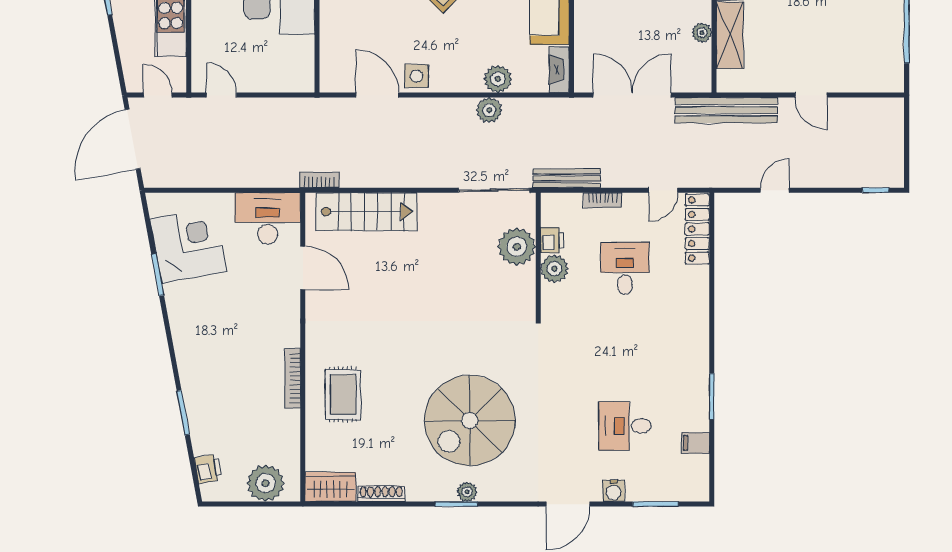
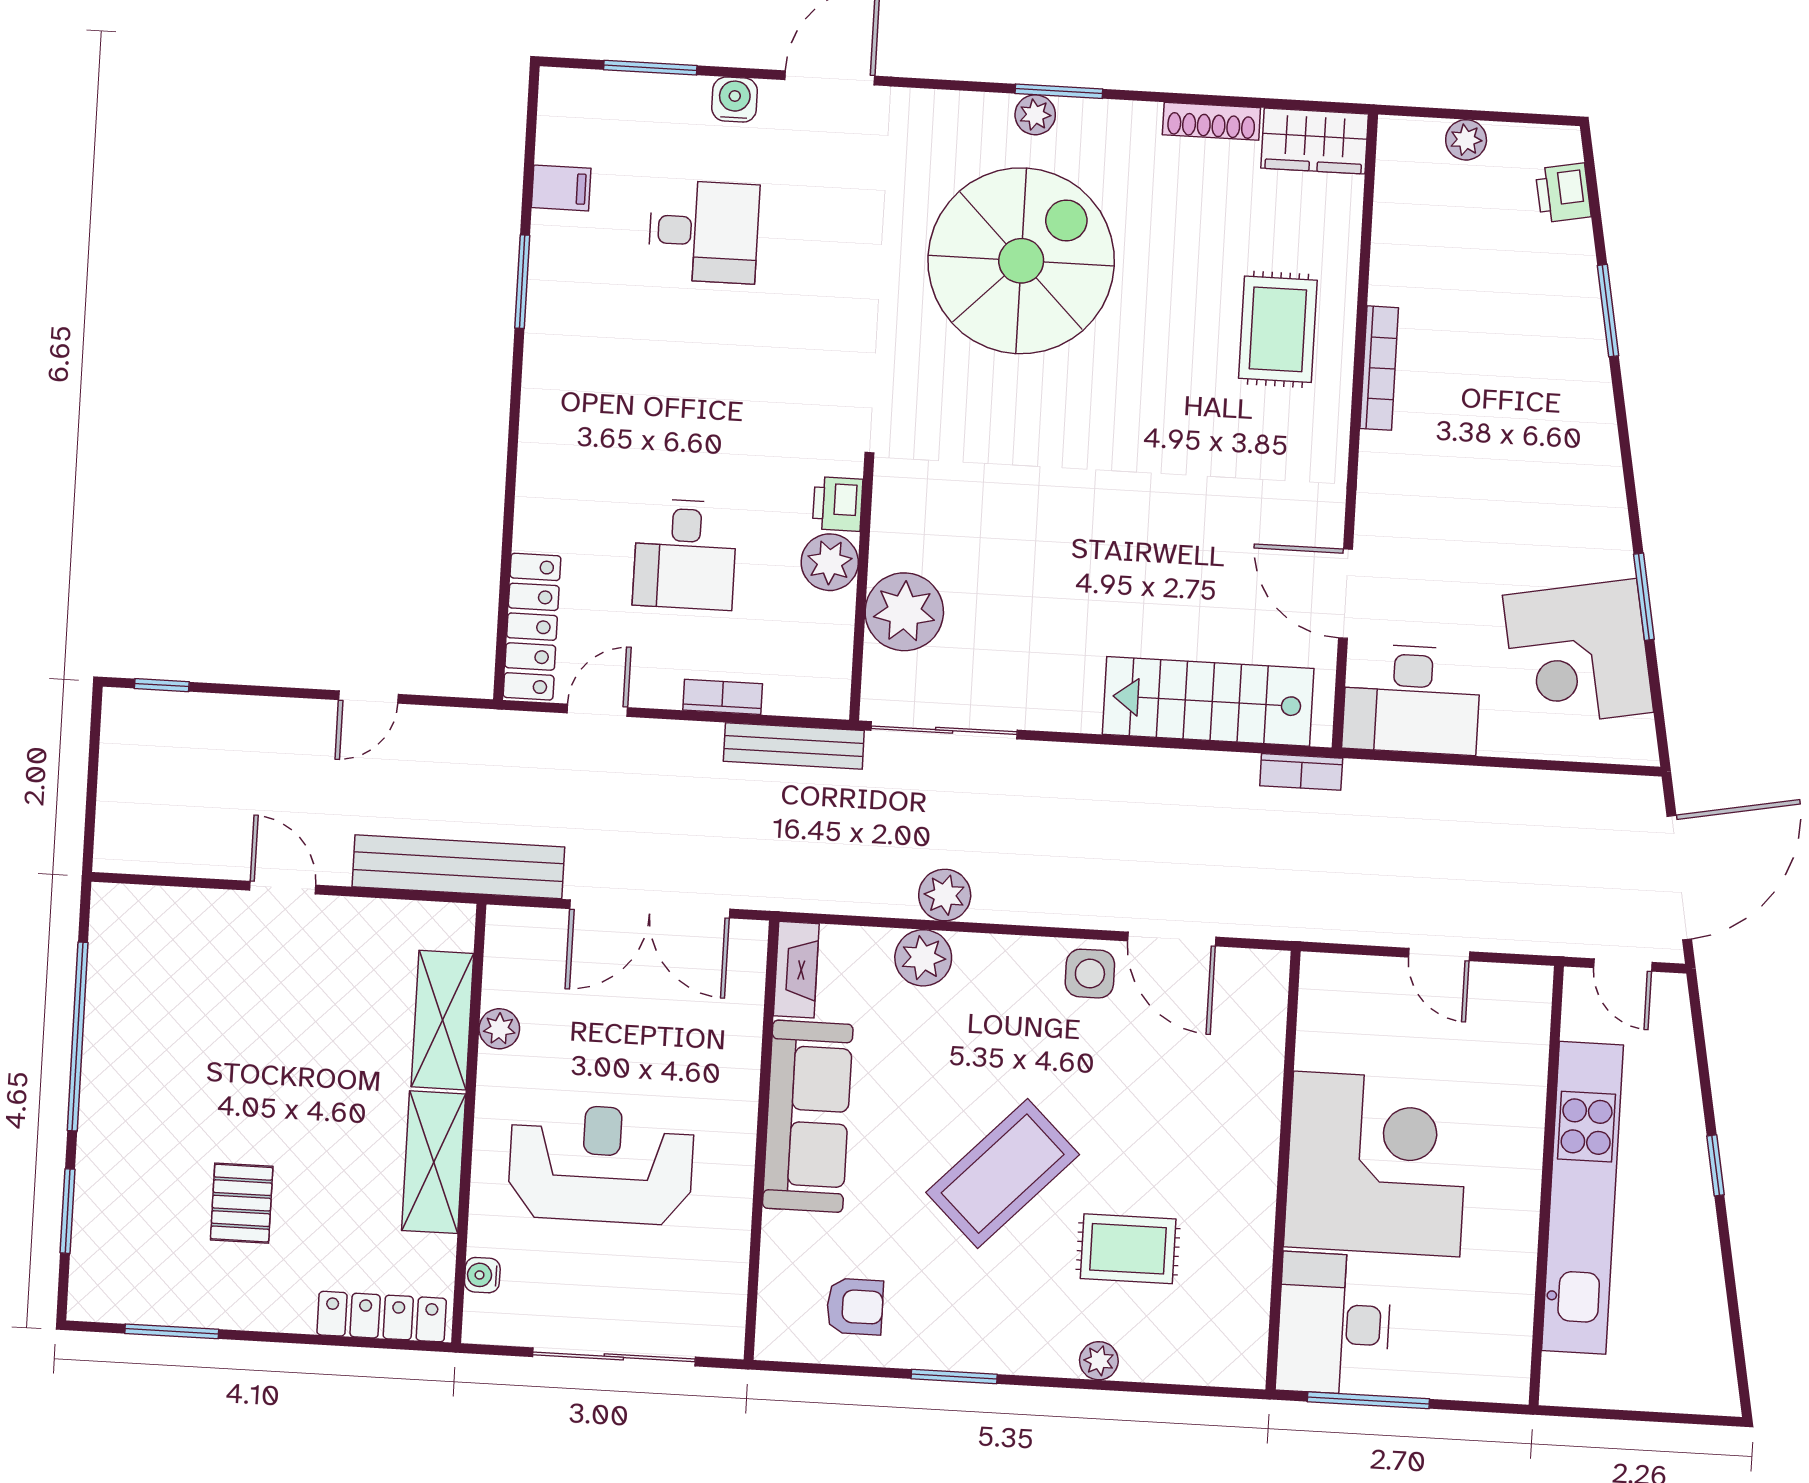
door: (221, 95) -> (1439, 954), moved
printer: (552, 240) -> (838, 504), moved
plant: (266, 483) -> (1466, 140), width x0.53, depth x0.53

